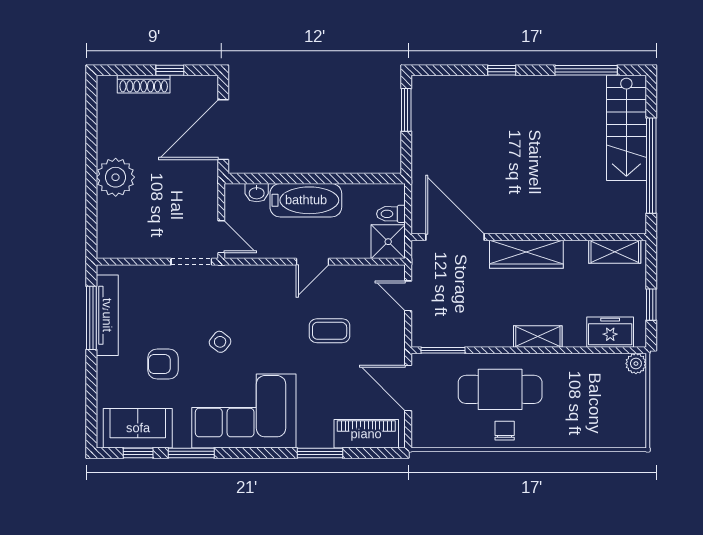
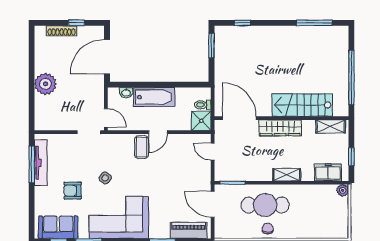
window: (502, 70) -> (242, 23), moved
stairs: (626, 128) -> (302, 105), moved, turned 90
coffee table: (330, 331) -> (142, 147), moved, turned 90

